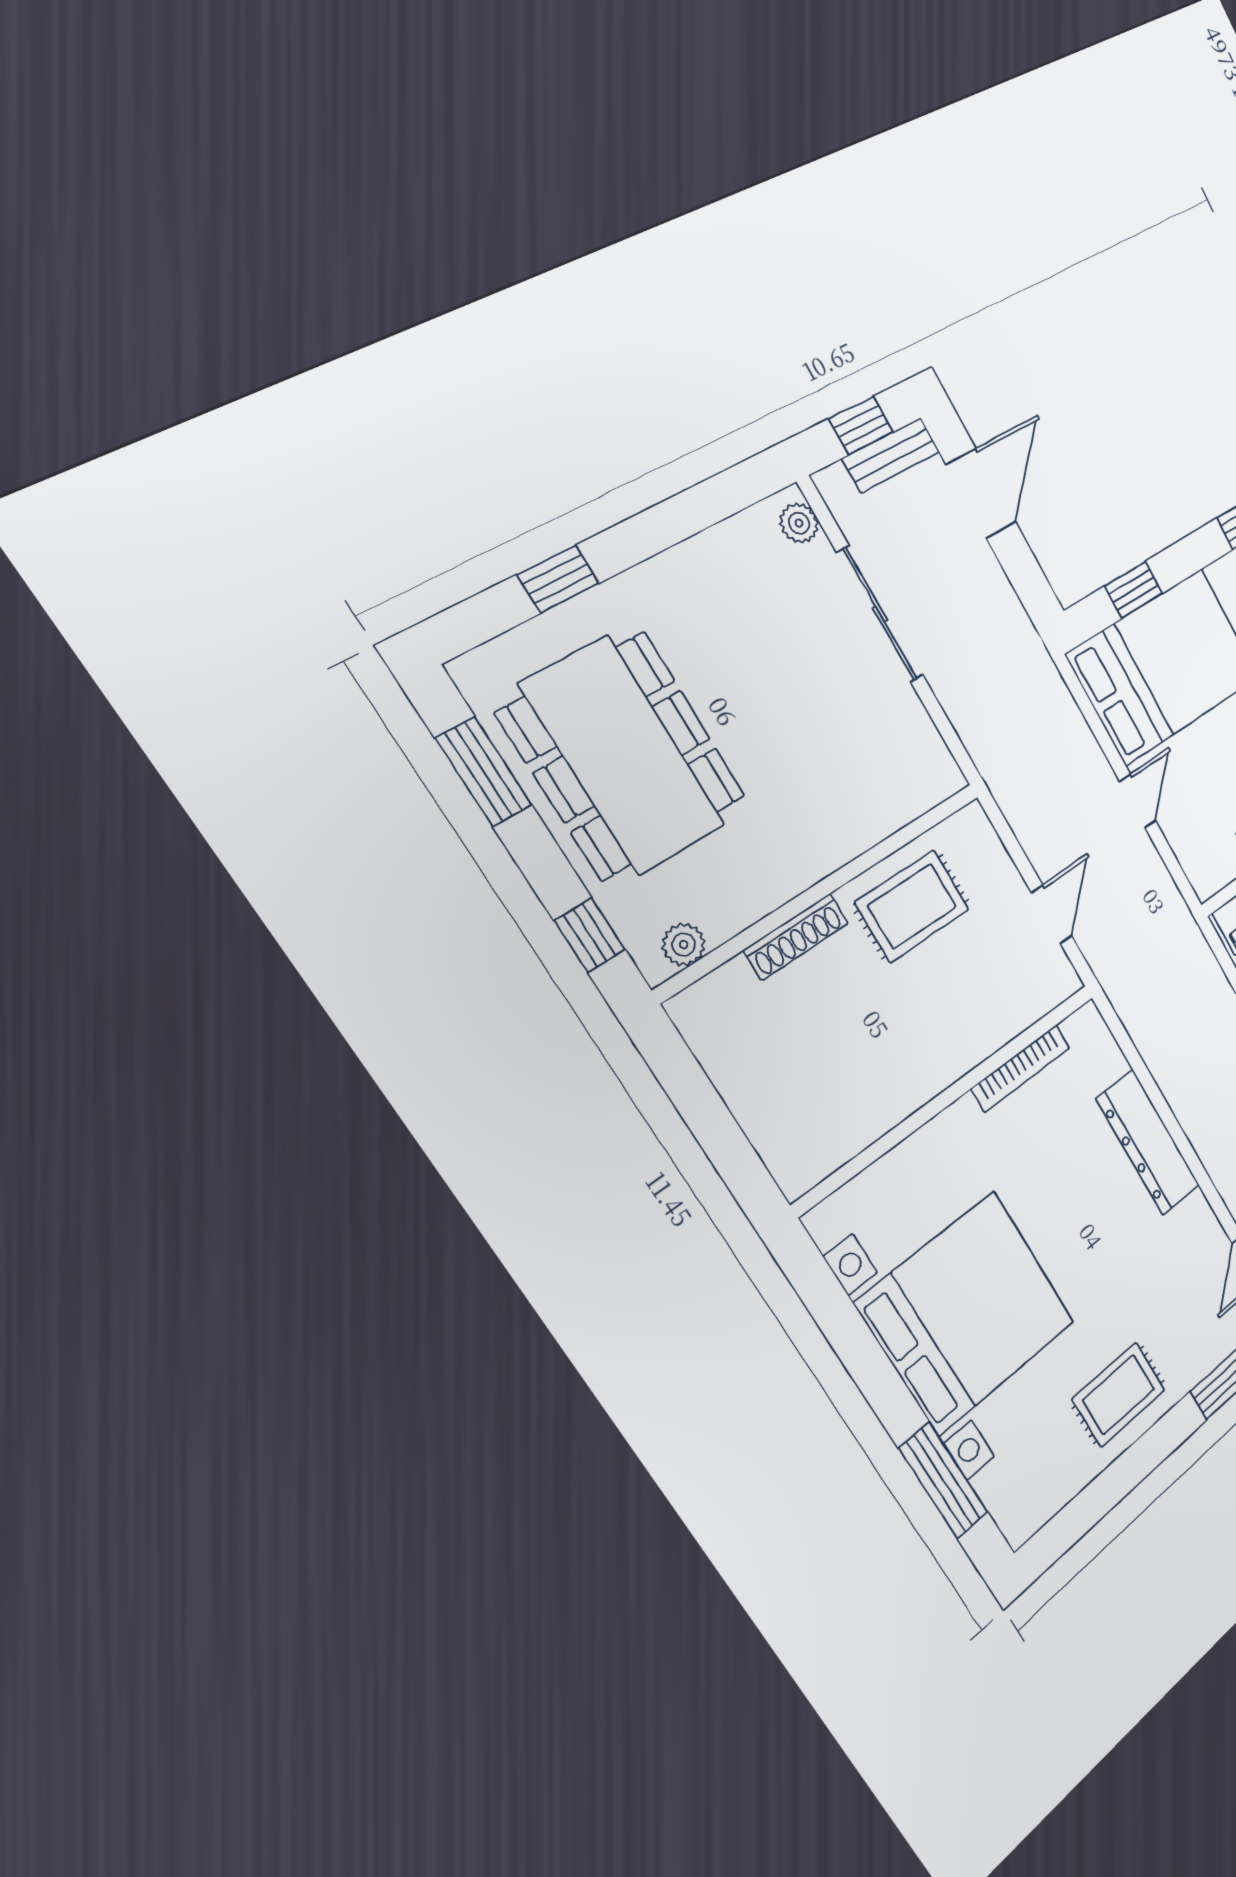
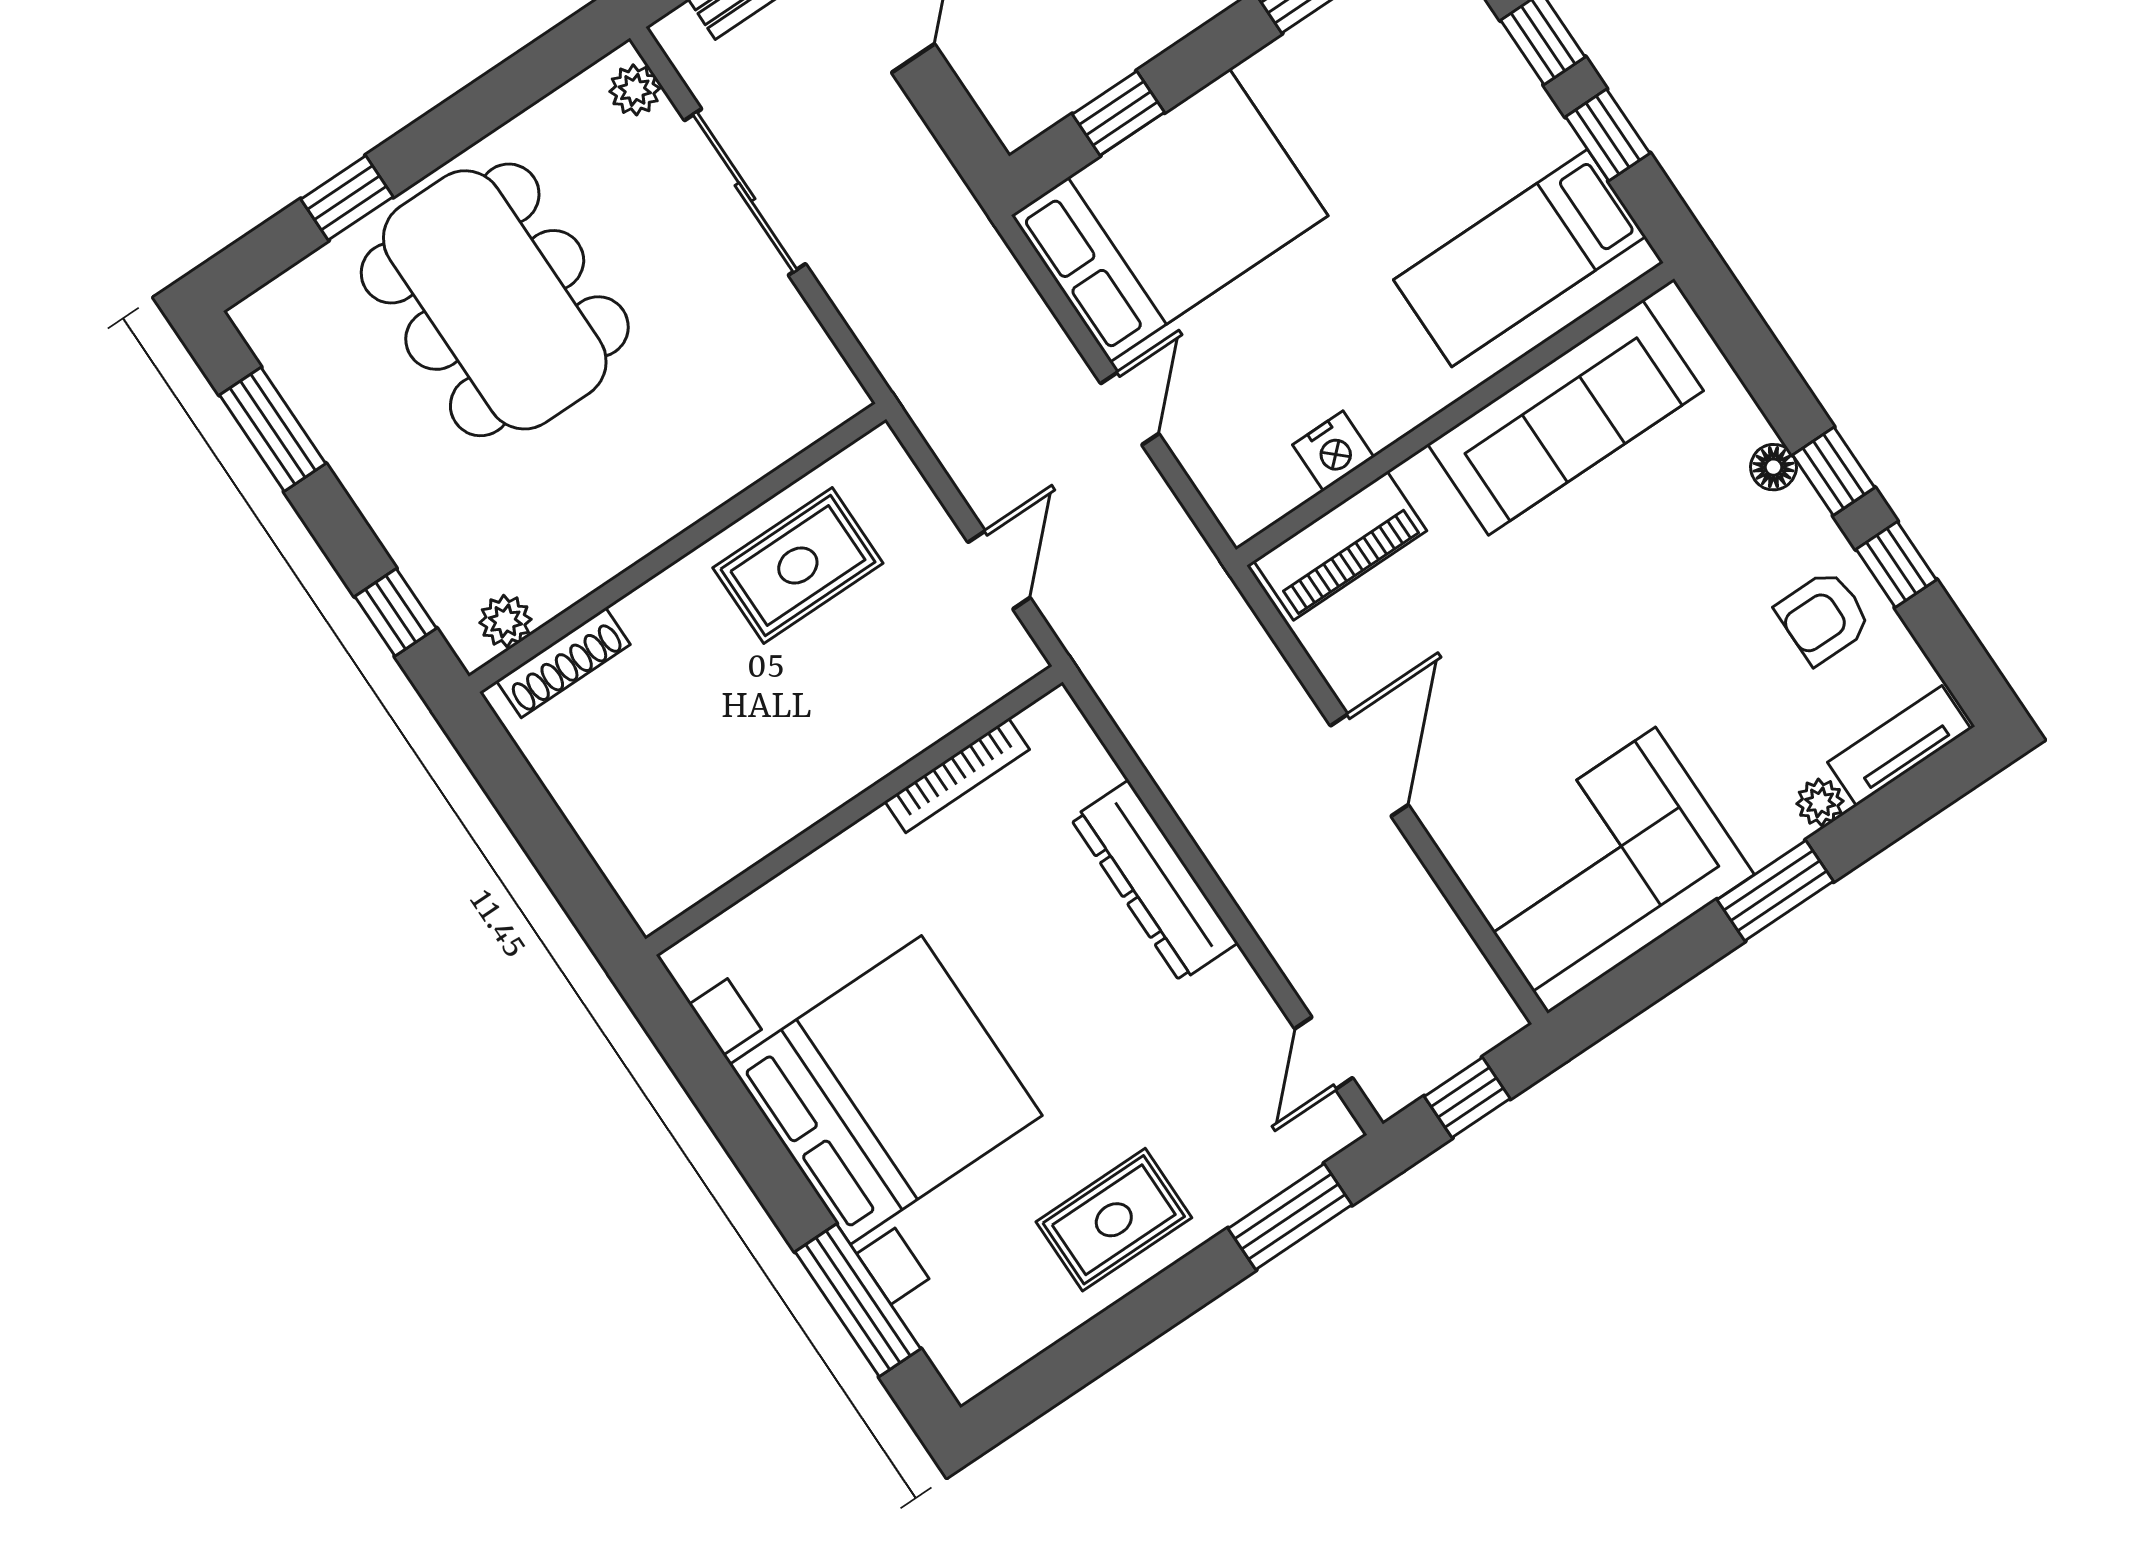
dining table: (623, 756) -> (495, 300), moved
shoe rack: (796, 937) -> (563, 663), moved

